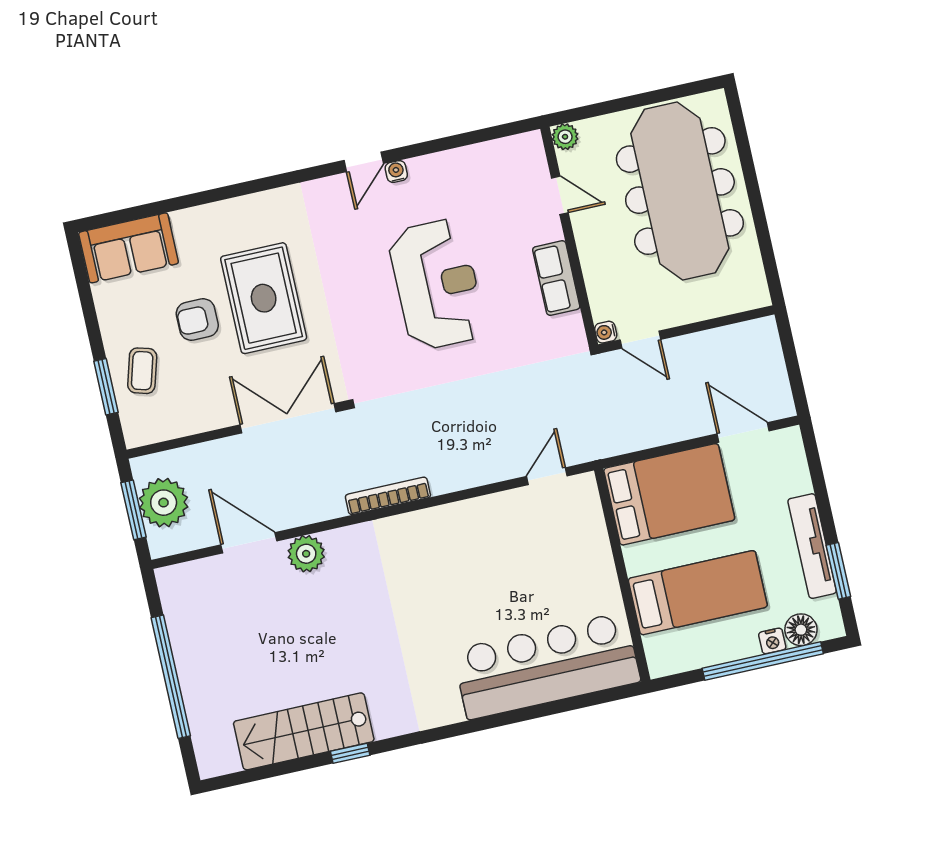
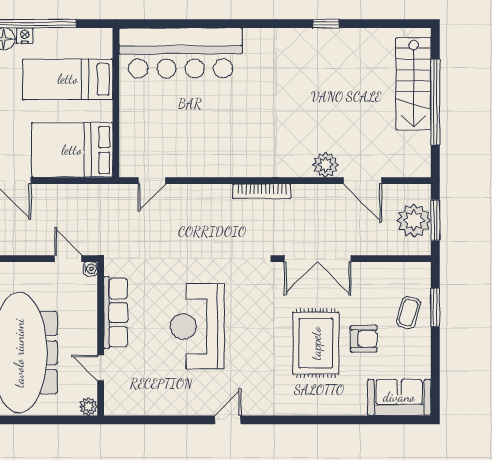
water cooler: (396, 172) -> (207, 408), removed
row of seats: (556, 278) -> (116, 313), width x1.48
stairs: (304, 731) -> (414, 84), moved, turned 90

